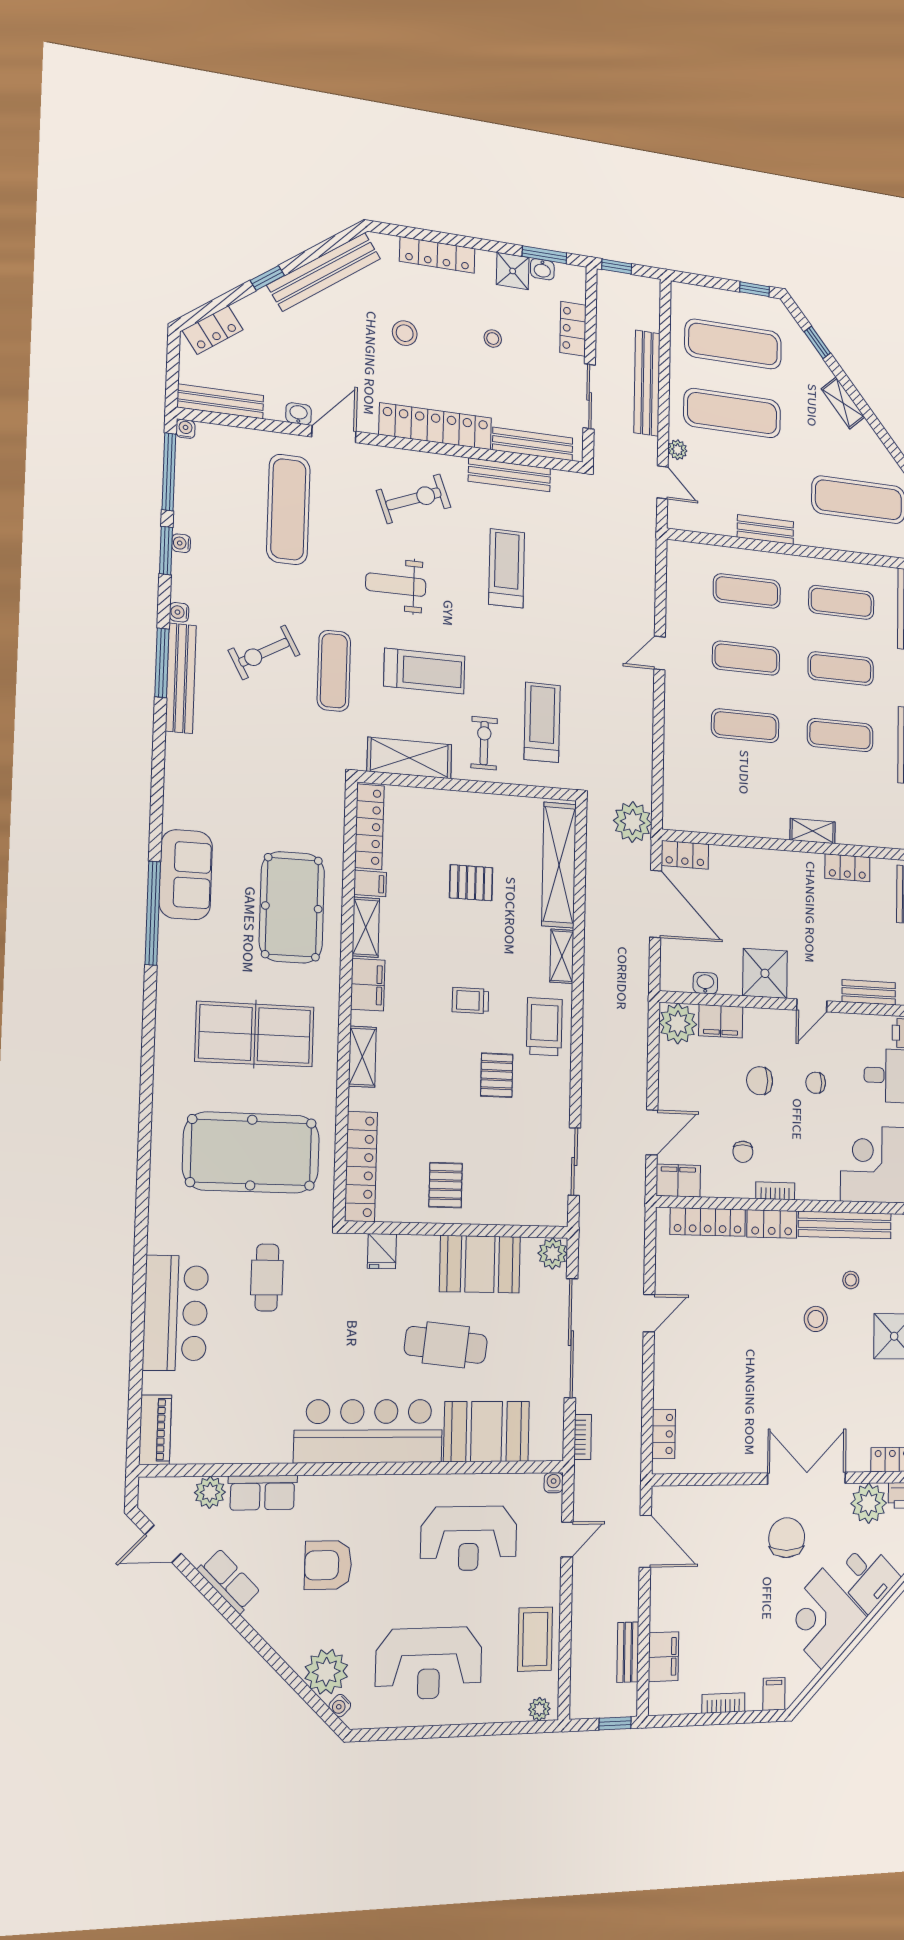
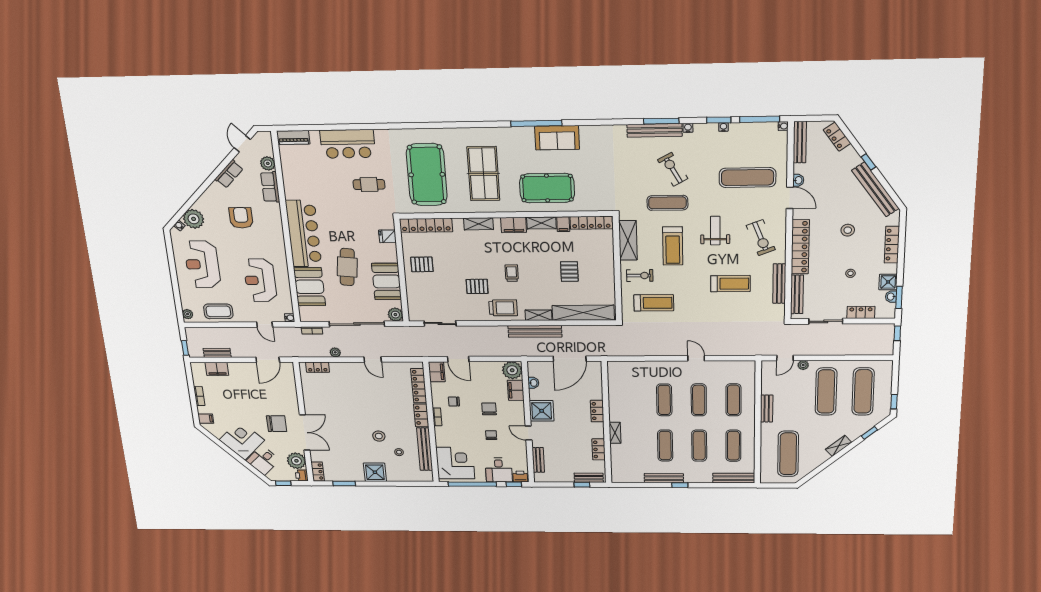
bench: (647, 383) -> (535, 331), moved
plant: (633, 822) -> (335, 352), moved, width x0.53, depth x0.53
locker: (685, 855) -> (597, 411), moved

